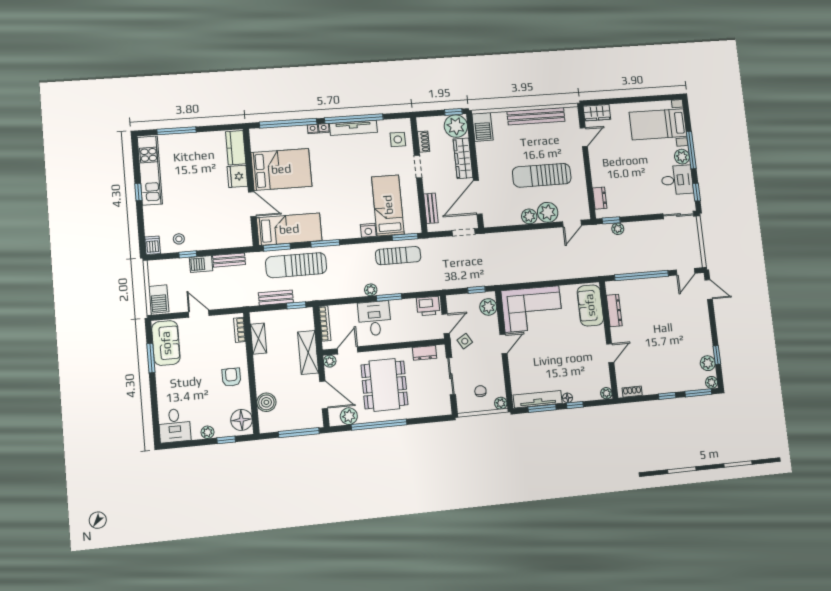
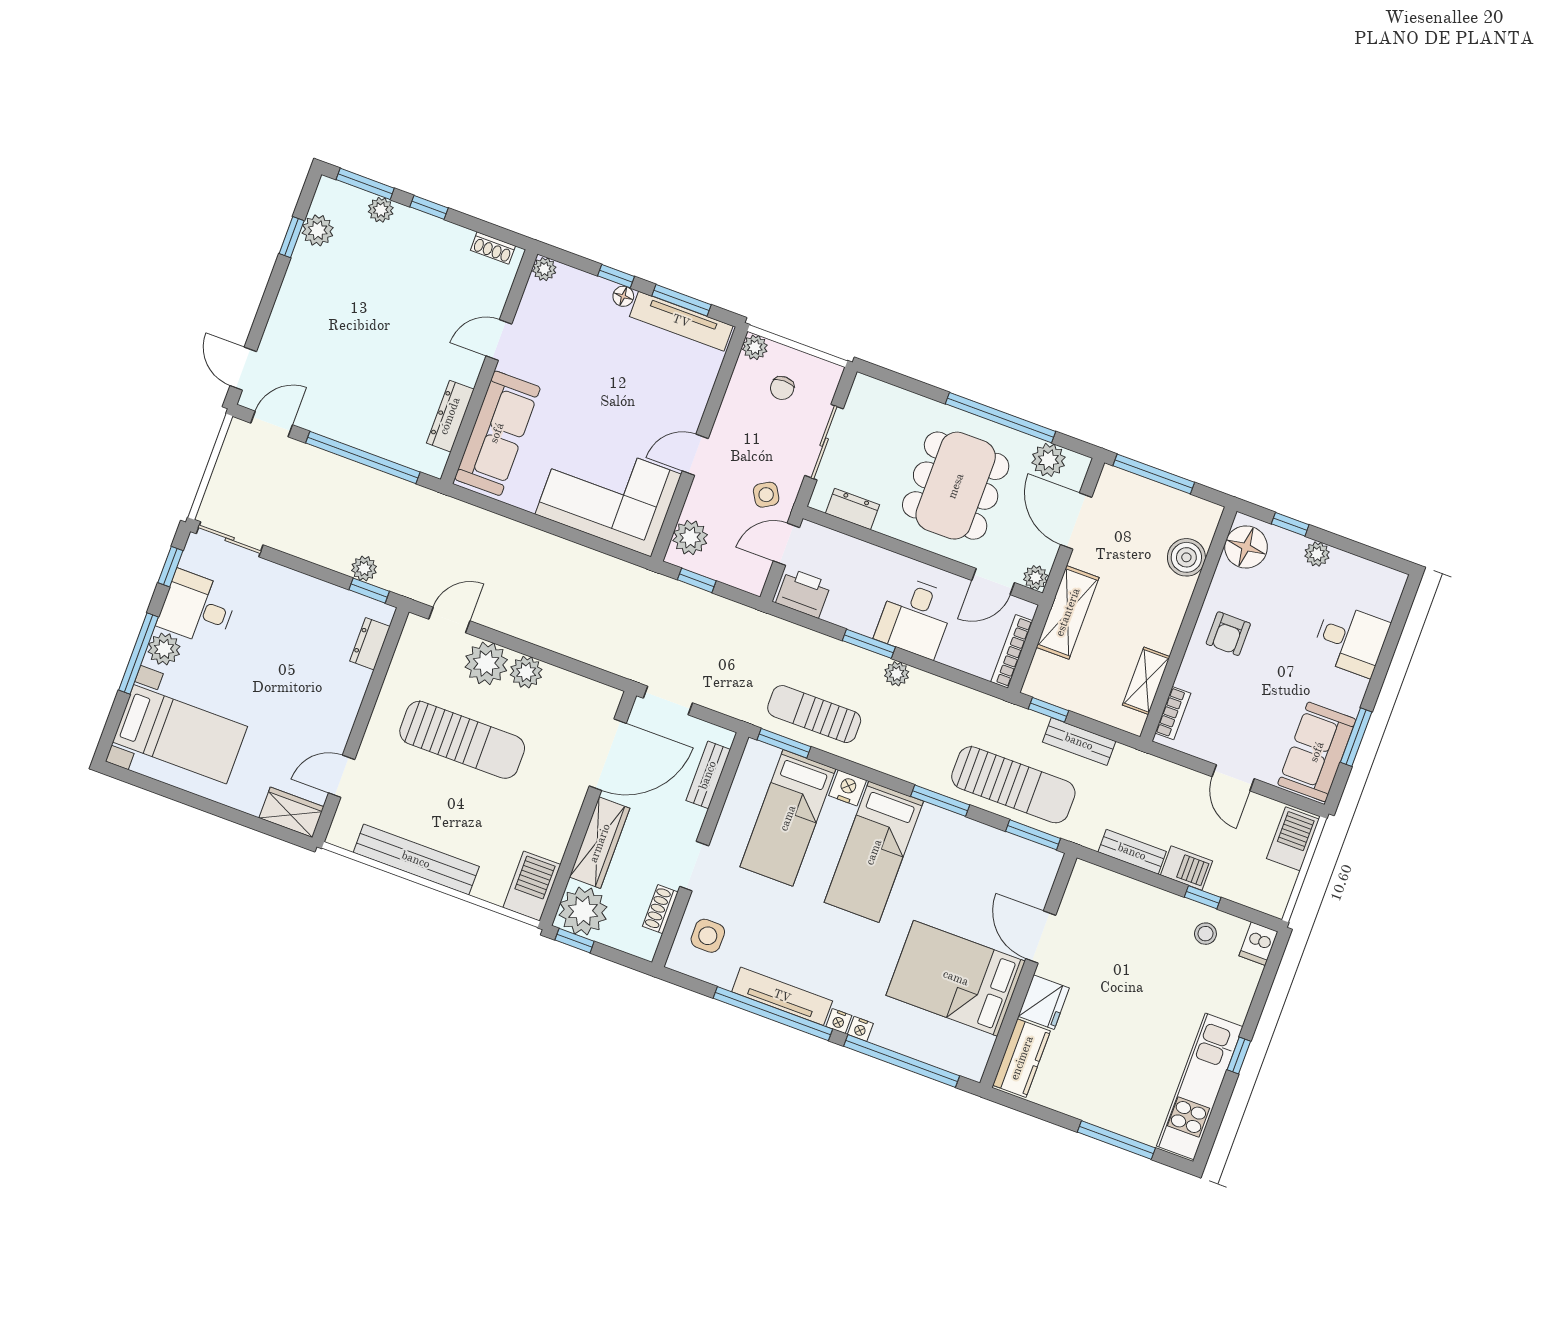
bed: (289, 229) -> (874, 852), moved, turned -90
sofa: (590, 305) -> (497, 433), width x1.36
plant: (712, 382) -> (381, 210), moved
desk: (175, 425) -> (1351, 640), moved, turned 90

